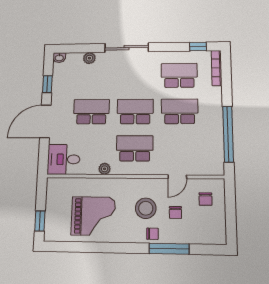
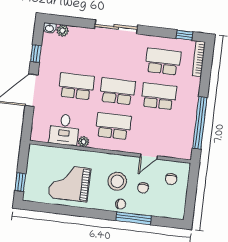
plant: (89, 58) -> (63, 31), moved
desk: (64, 159) -> (64, 130), moved, turned -90
grand piano: (93, 216) -> (69, 183), turned 180

